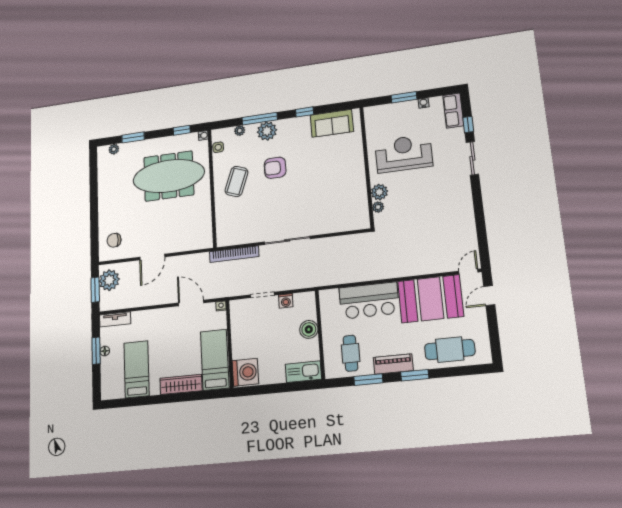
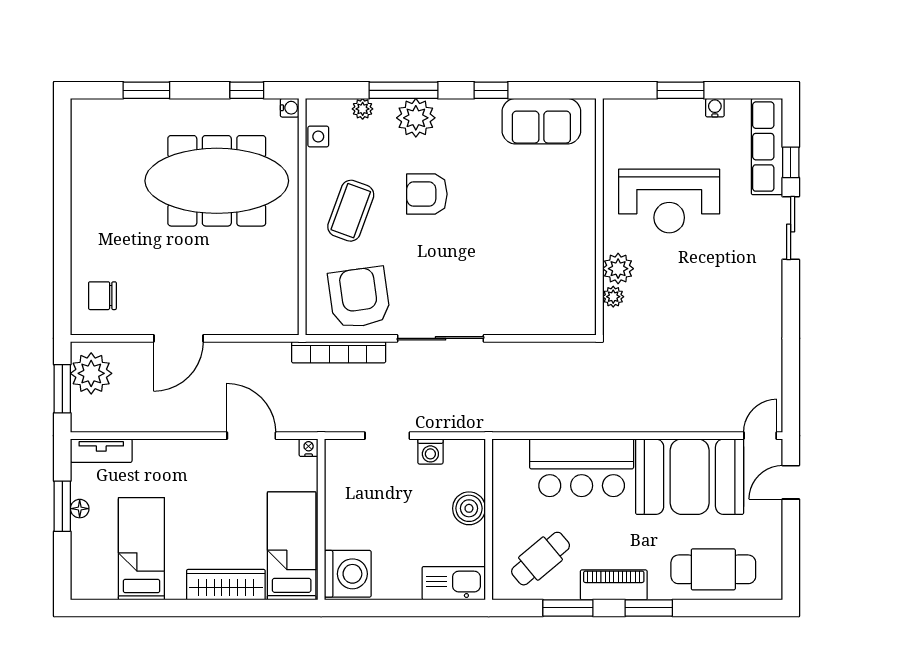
row of seats: (453, 111) -> (767, 147), width x1.48
plant: (114, 149) -> (106, 109), removed
reception desk: (404, 154) -> (669, 201), turned 180
armchair: (243, 225) -> (359, 298), added
cafe table: (351, 353) -> (541, 559), turned 50

